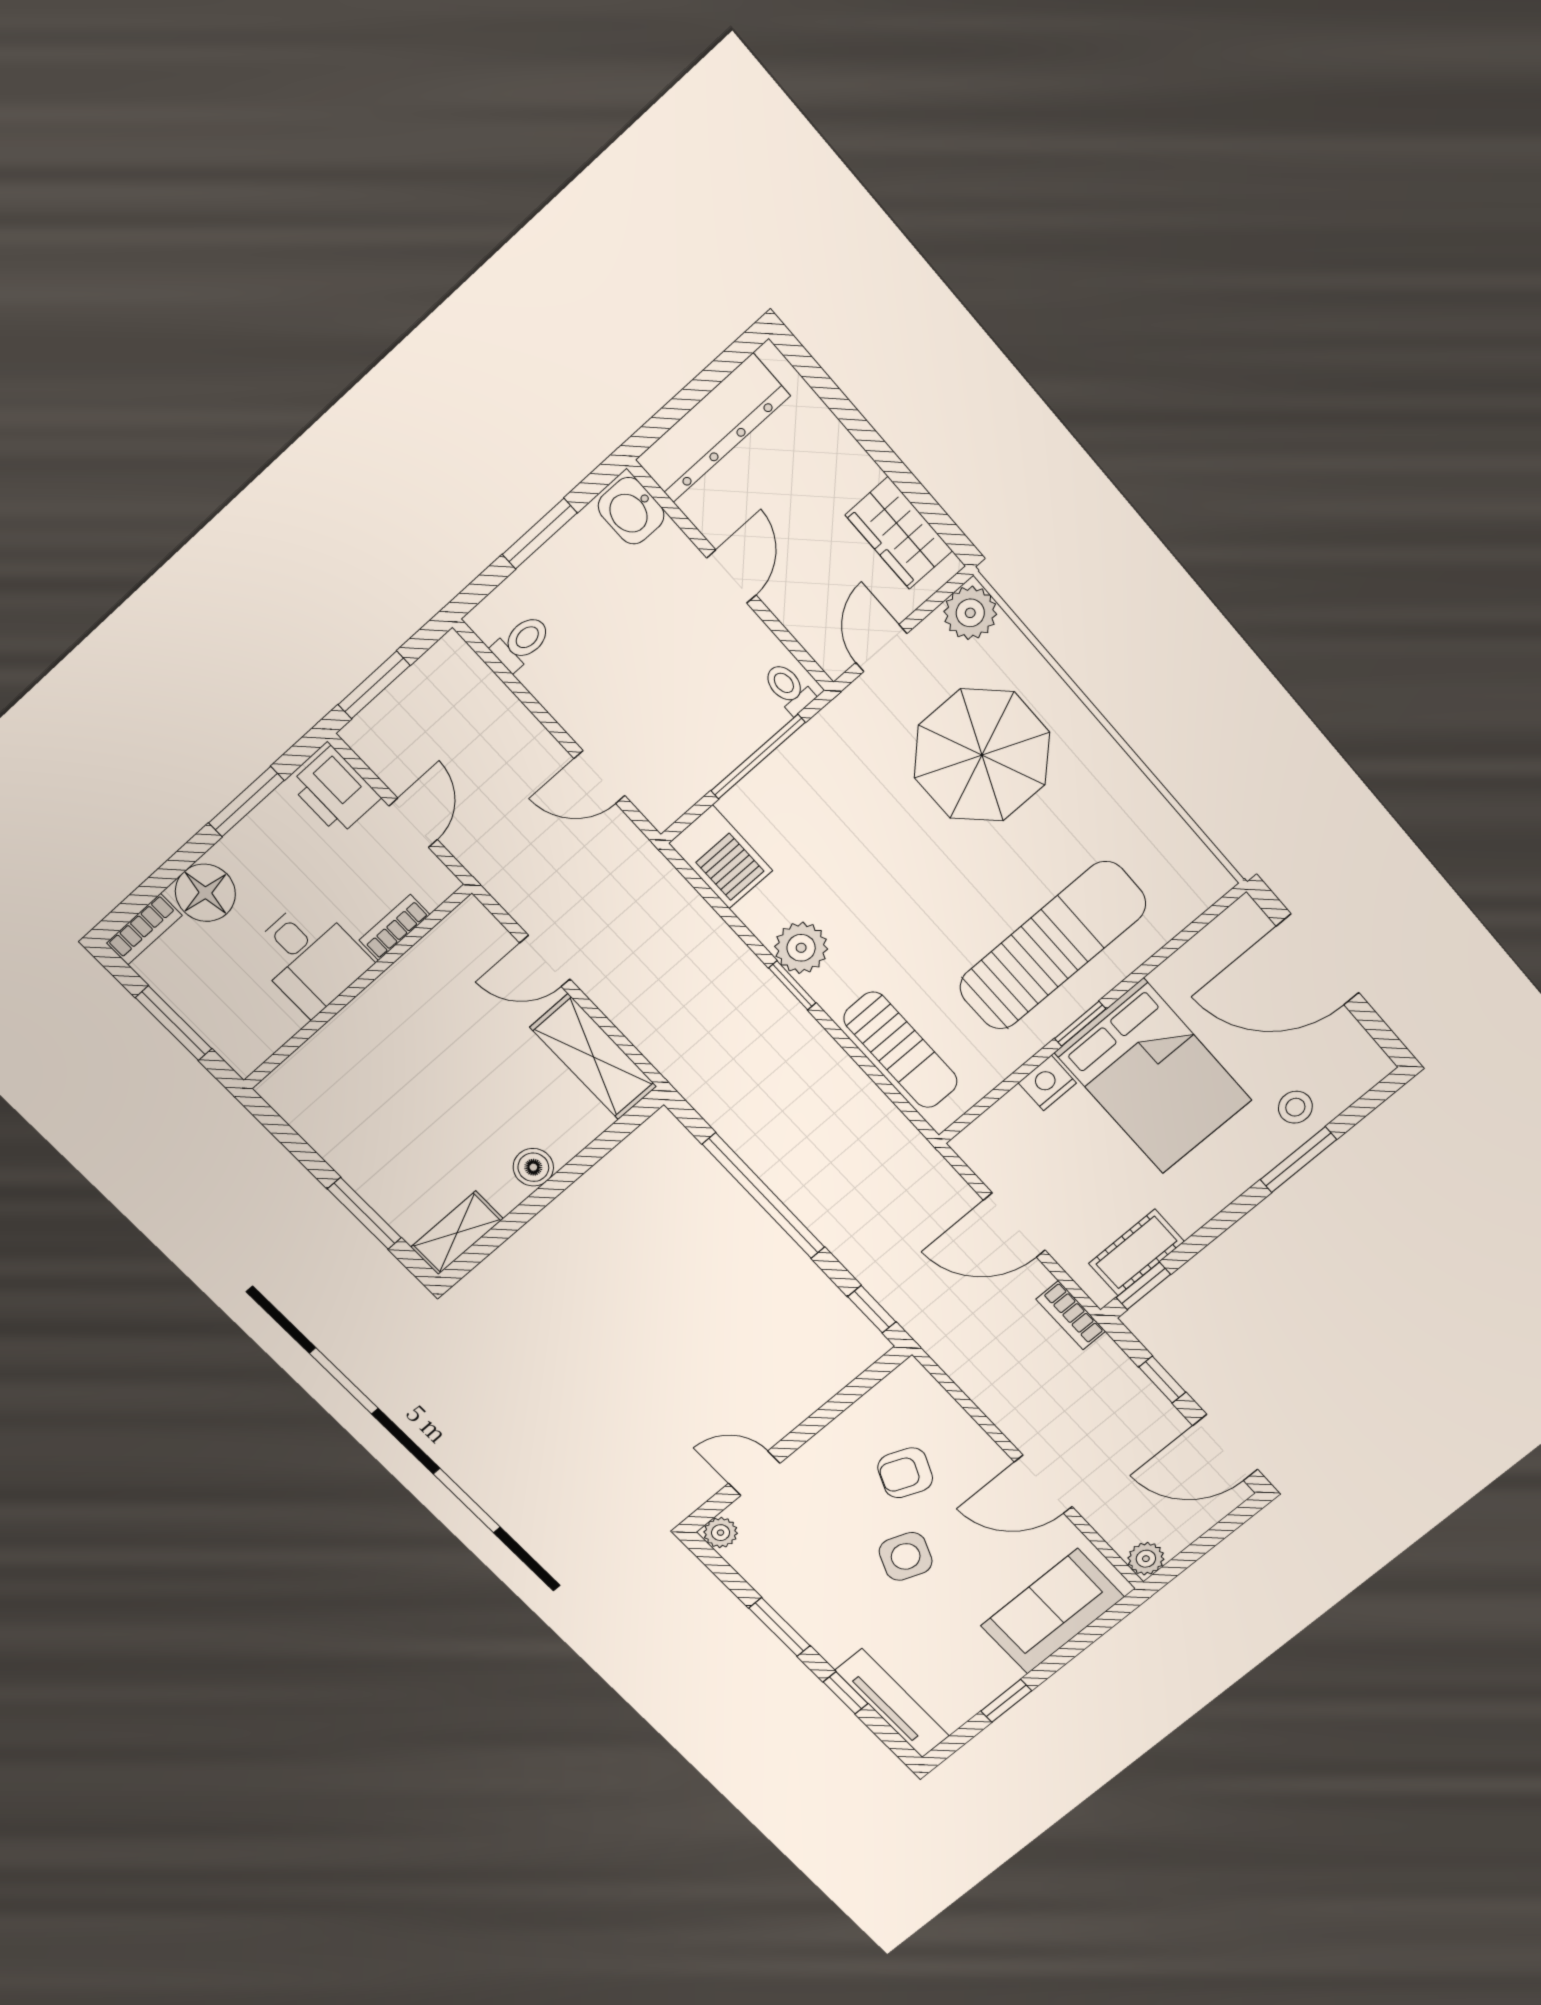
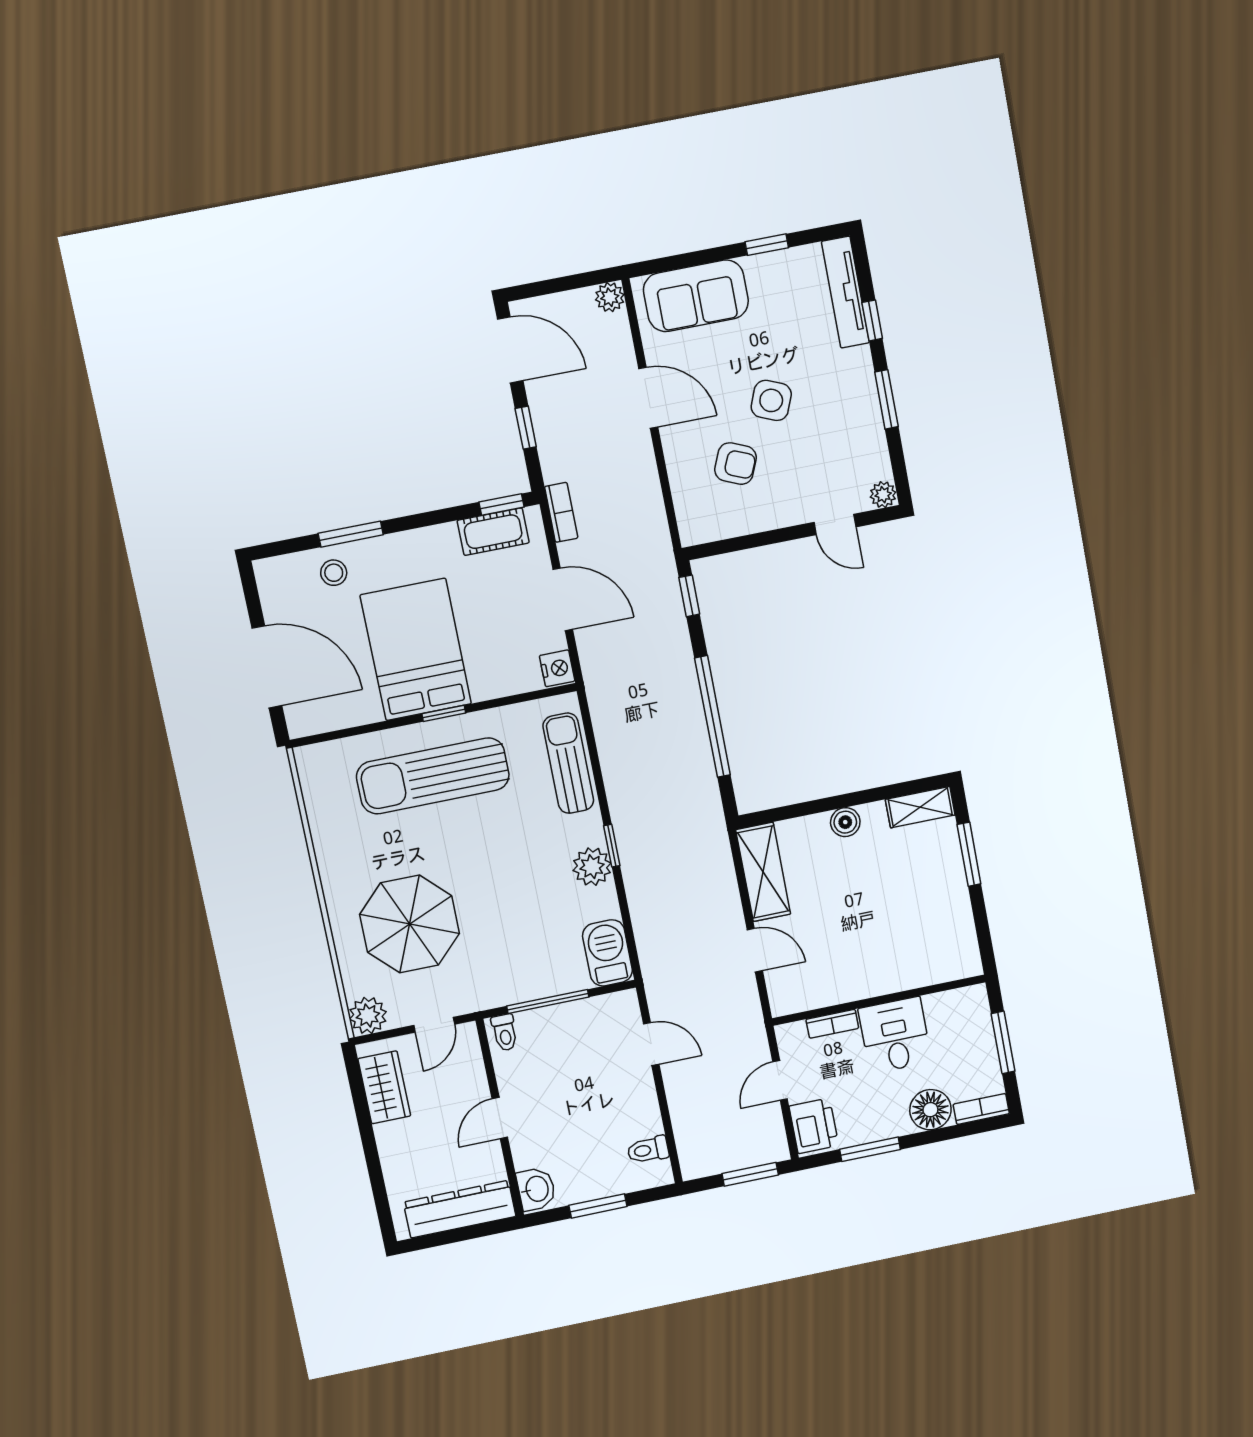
nightstand: (1047, 1083) -> (557, 668), moved, turned -90

